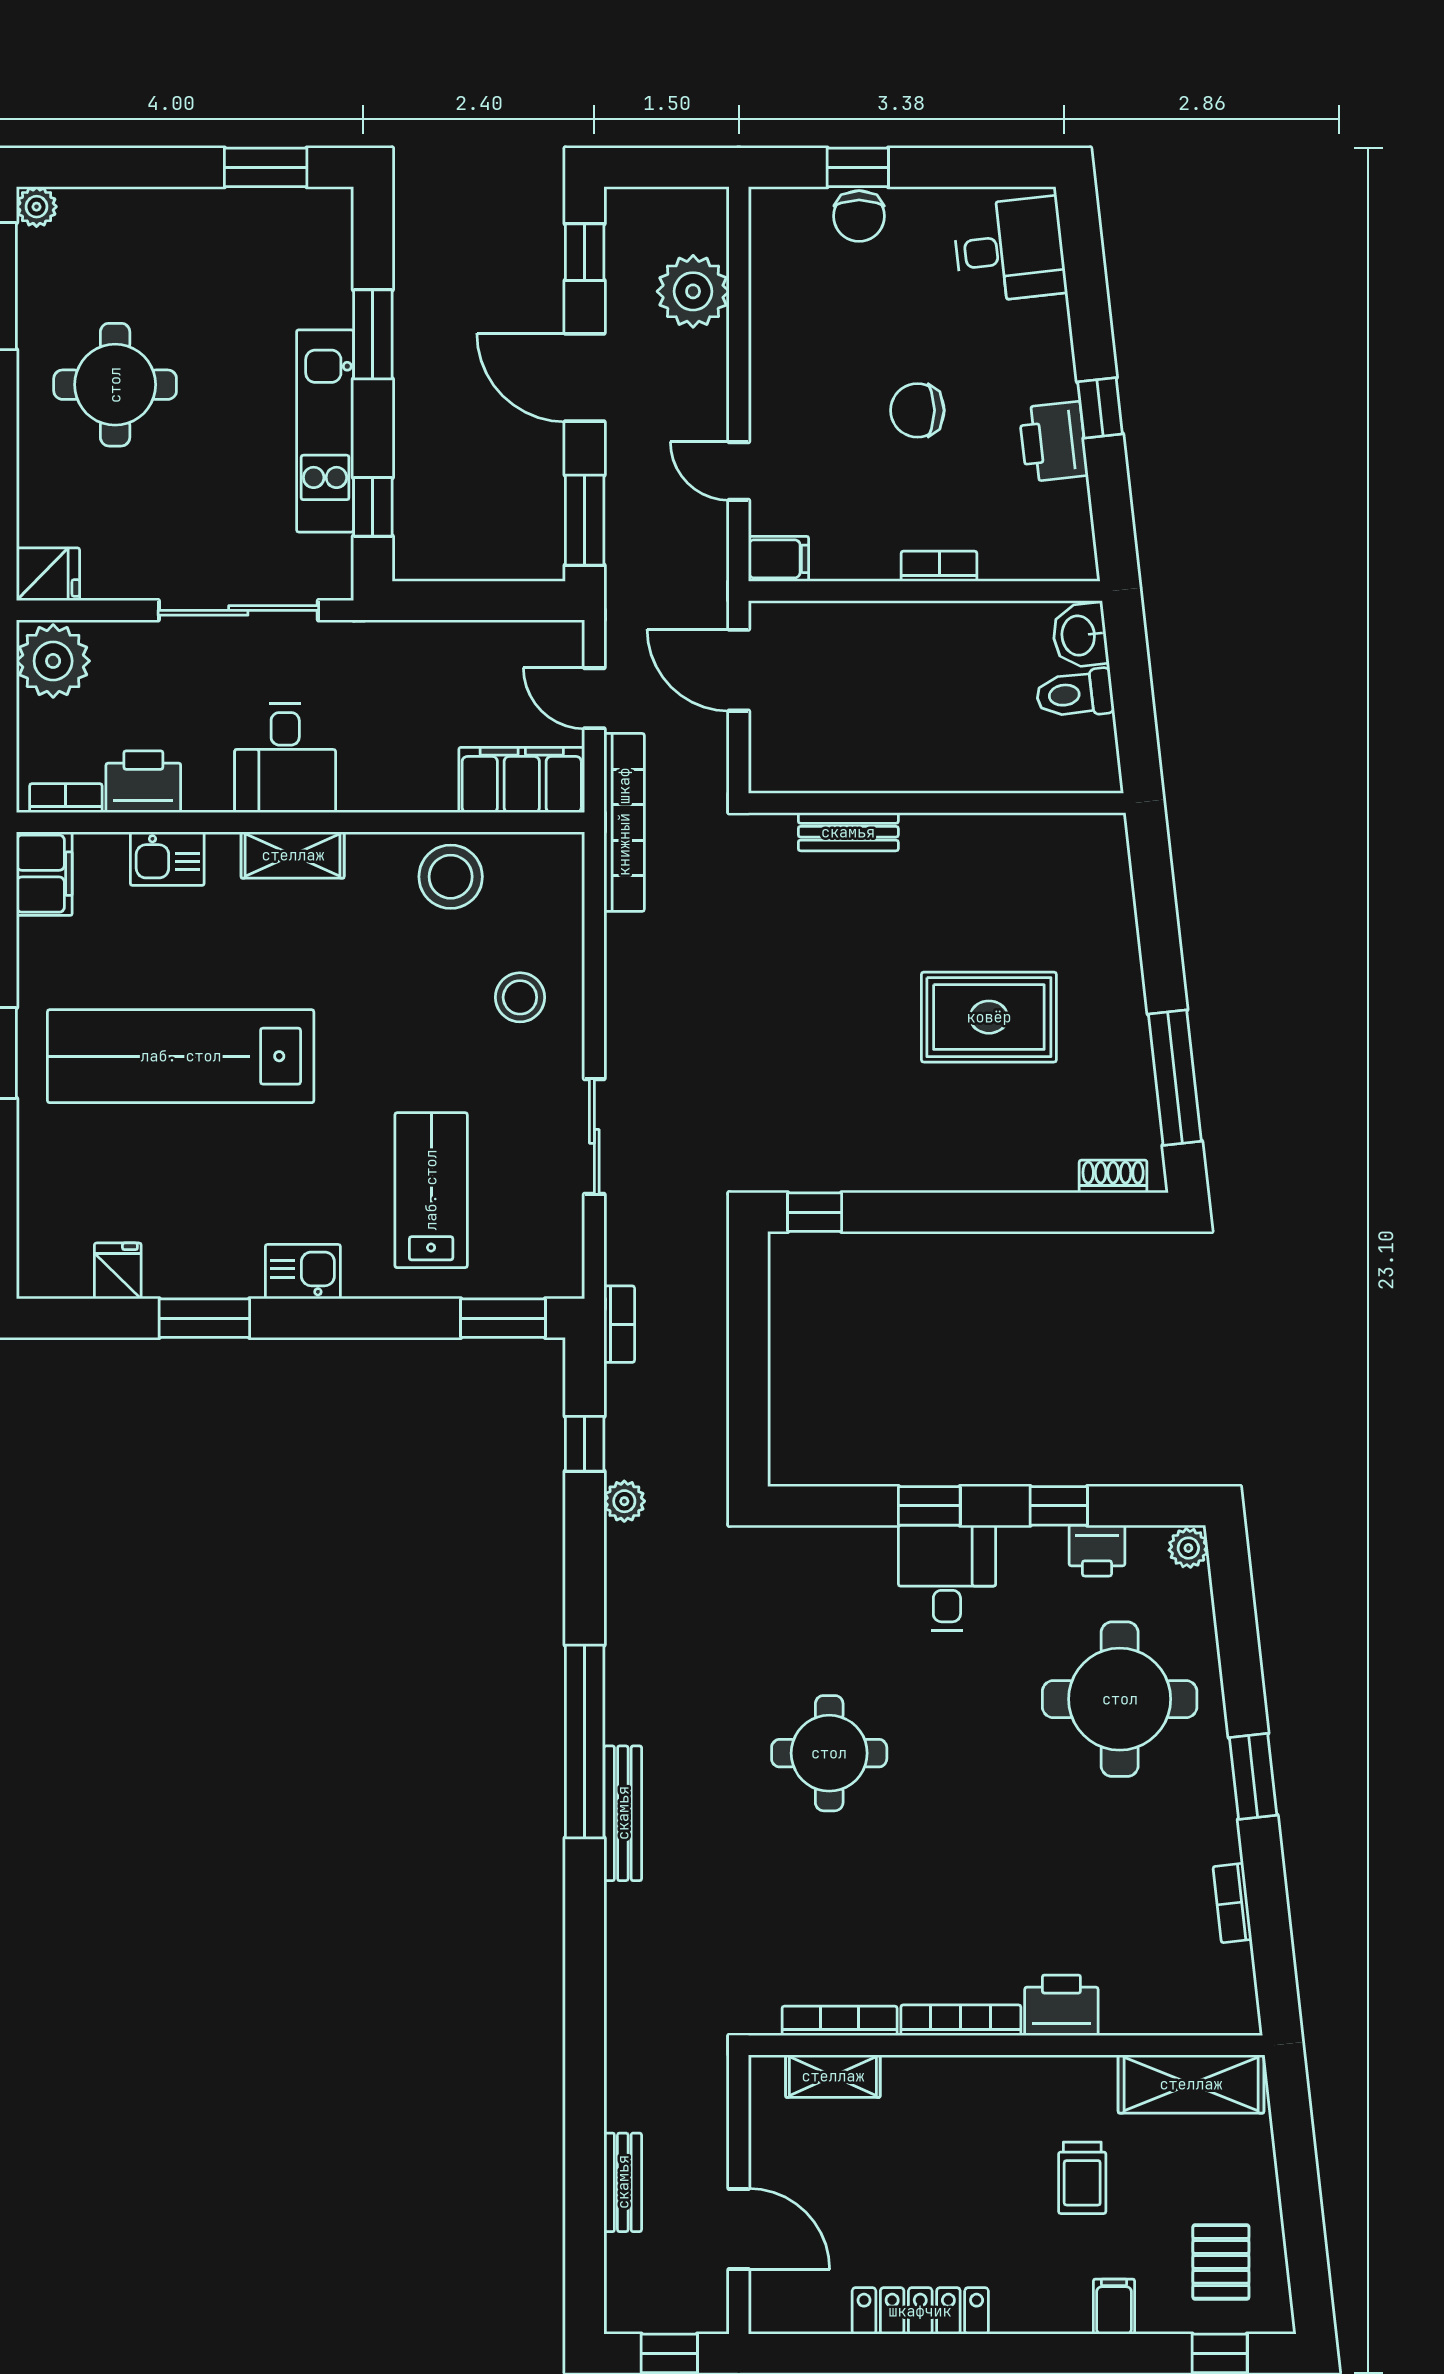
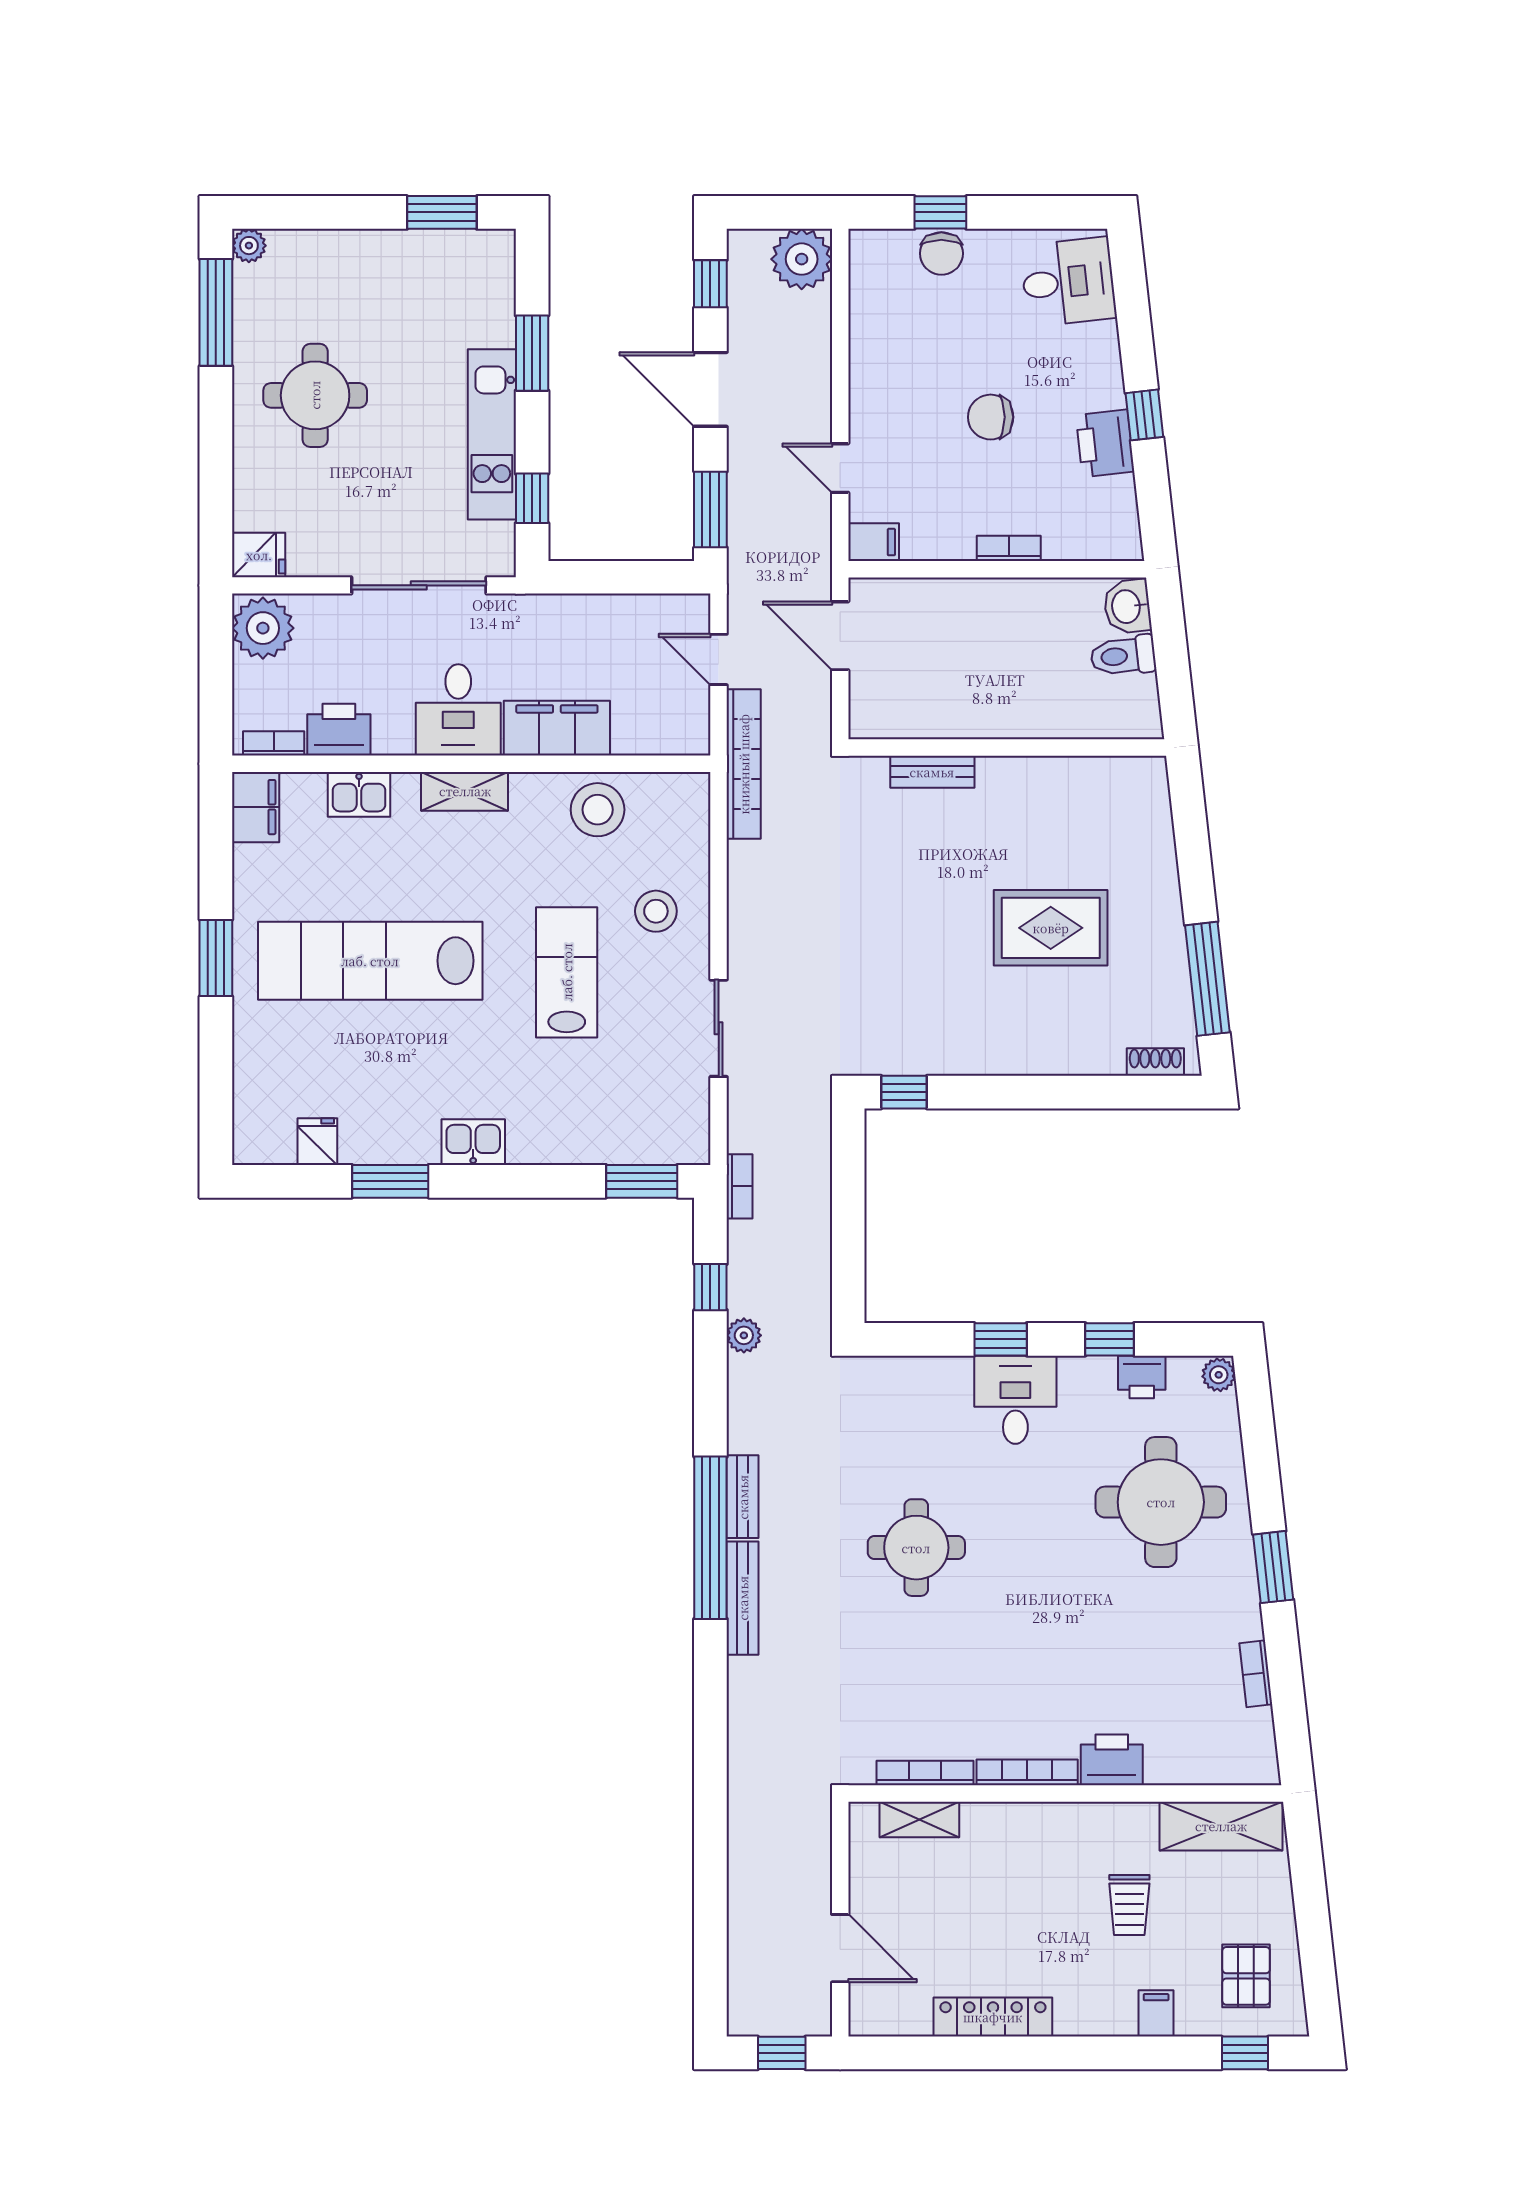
plant: (693, 291) -> (802, 259), moved
filing cabinet: (522, 780) -> (557, 728), moved
lab bench: (431, 1190) -> (567, 972), moved
bench: (623, 2182) -> (743, 1497), moved

